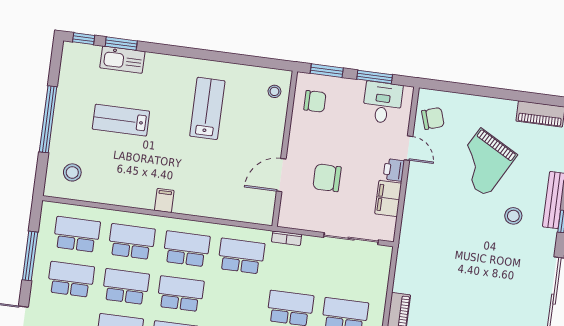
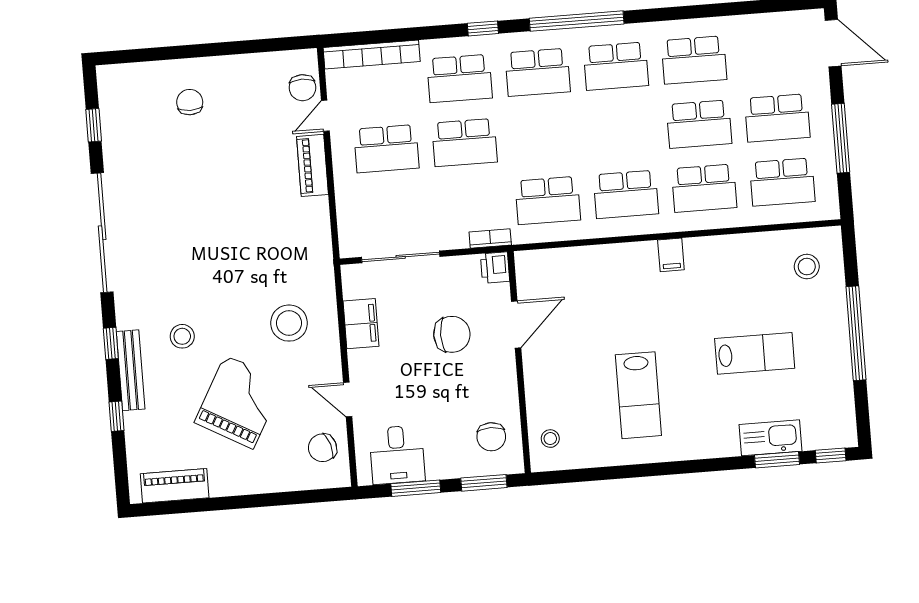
chair: (315, 101) -> (491, 437), turned -90
printer: (394, 170) -> (495, 268), moved, turned 180
stool: (438, 209) -> (289, 323), added
school desk: (181, 294) -> (621, 130), removed

